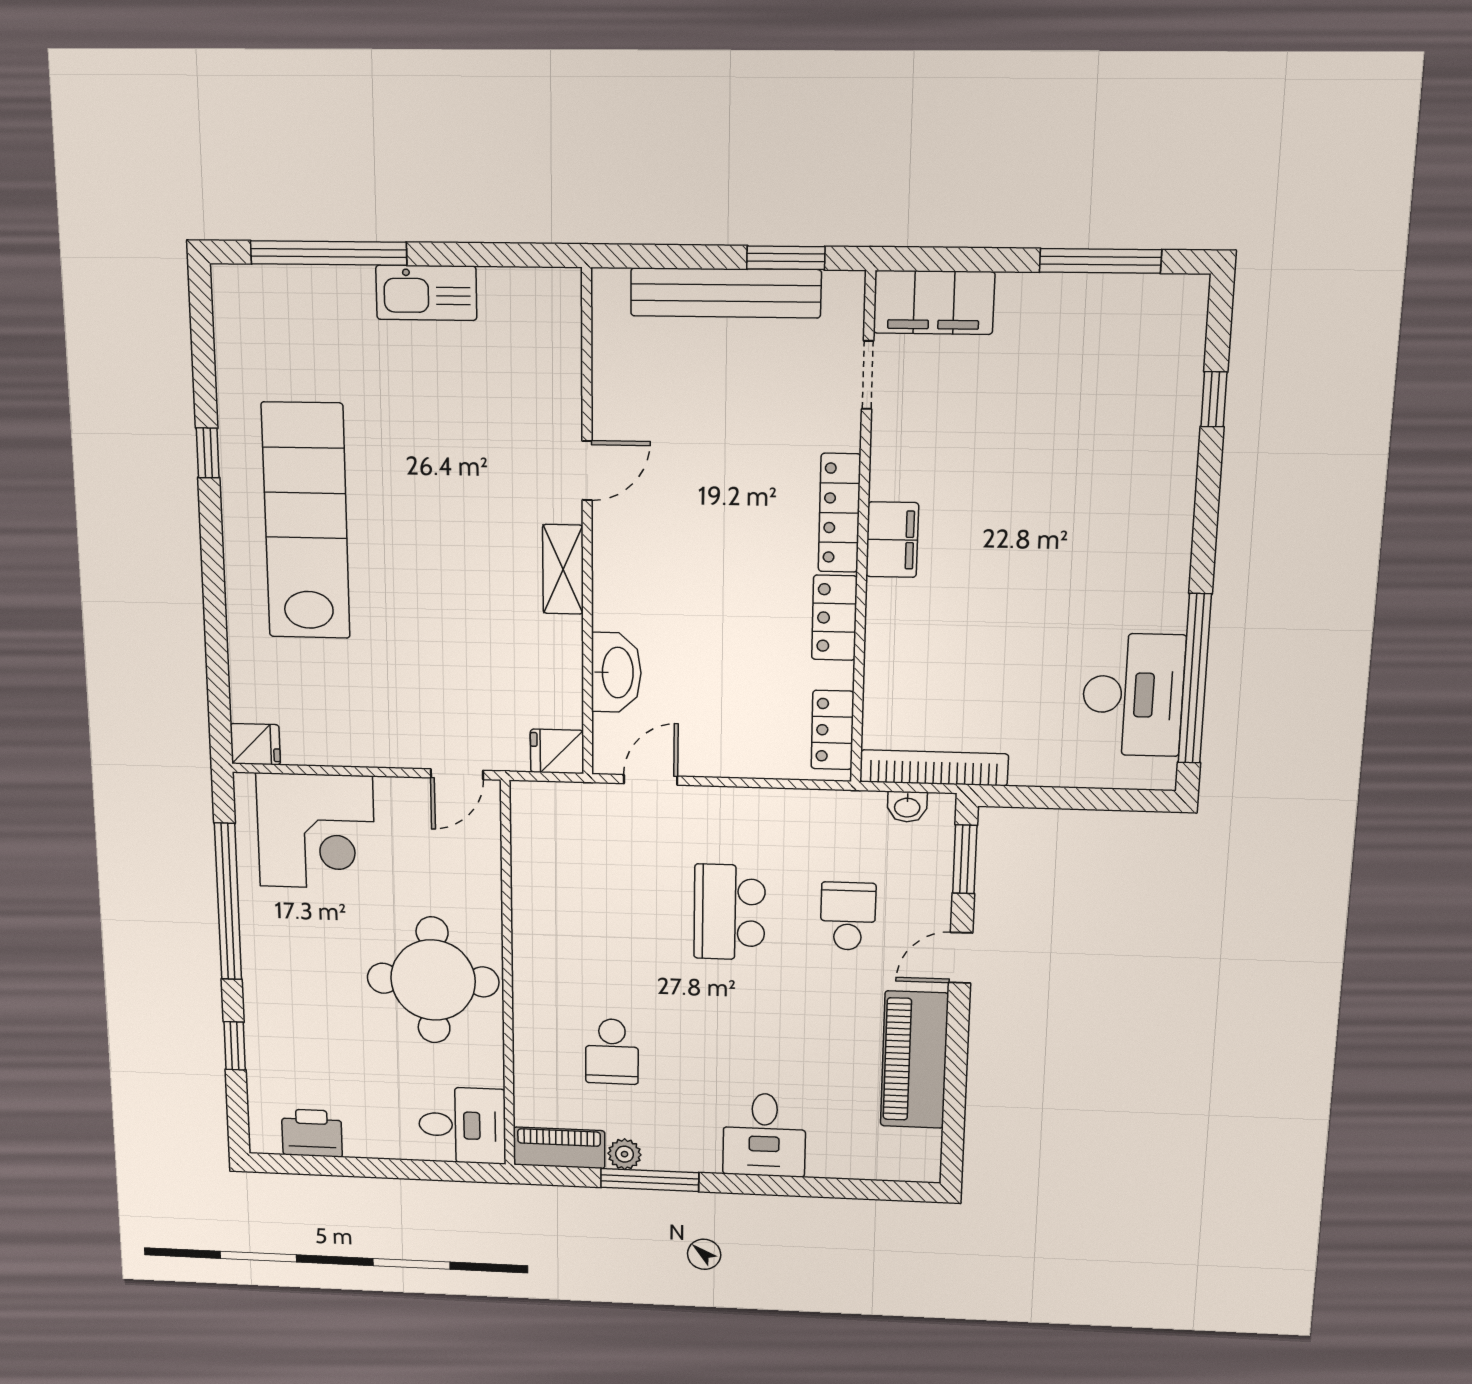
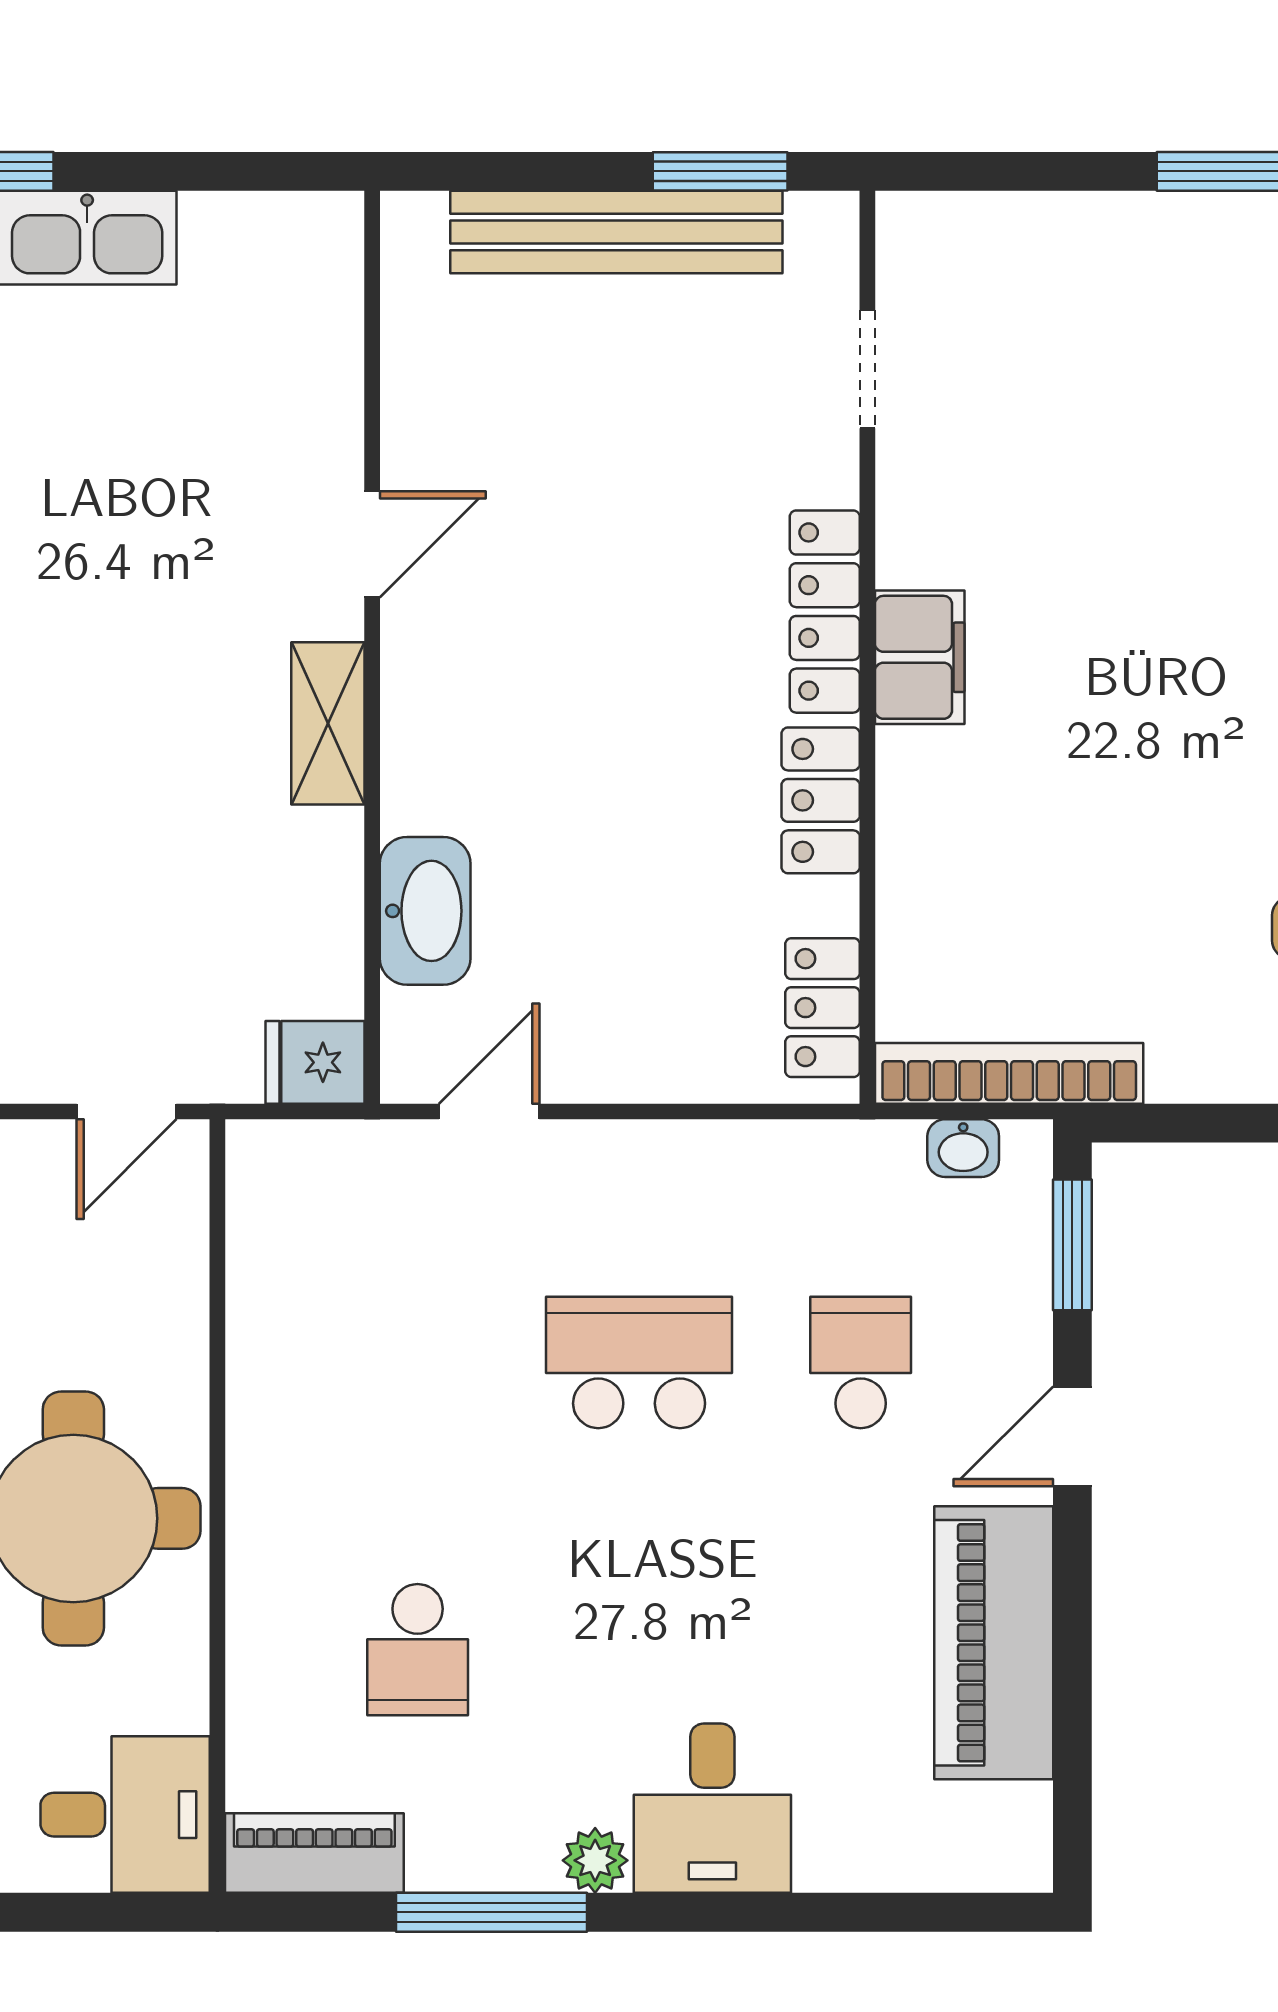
filing cabinet: (934, 302) -> (978, 244), removed
school desk: (730, 912) -> (639, 1363), turned 90
plant: (625, 1154) -> (595, 1860), moved

